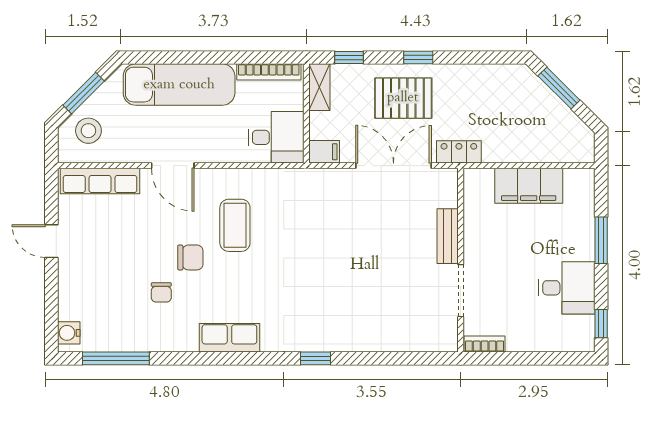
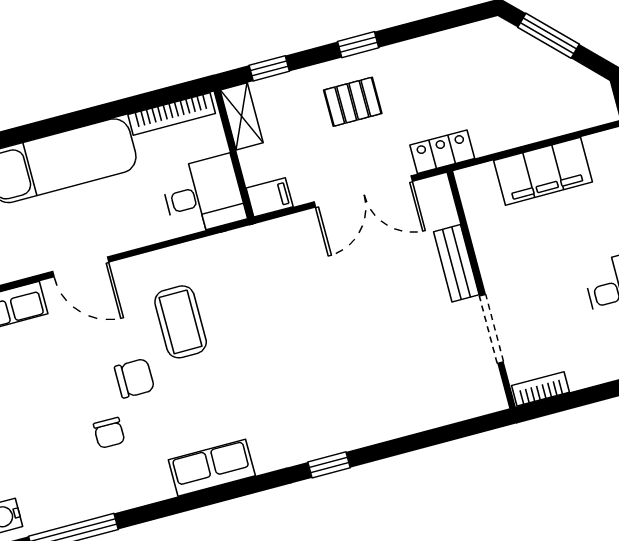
pallet: (403, 98) -> (353, 102), width x0.67, depth x0.71
double door: (394, 166) -> (363, 192), swing flipped

